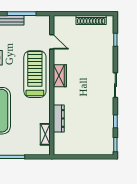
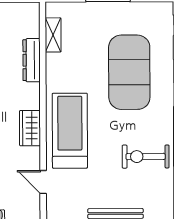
treadmill: (35, 74) -> (70, 131), turned 180

